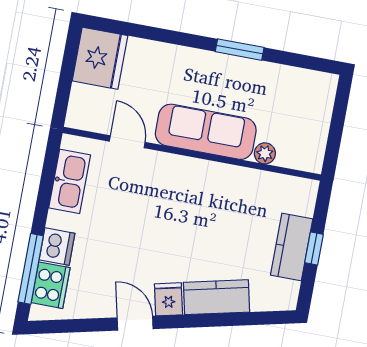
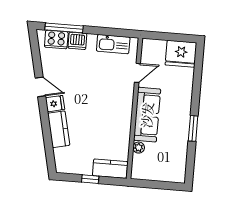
kitchen counter: (292, 247) -> (110, 169), moved
door: (135, 323) -> (40, 87), hinge flipped

